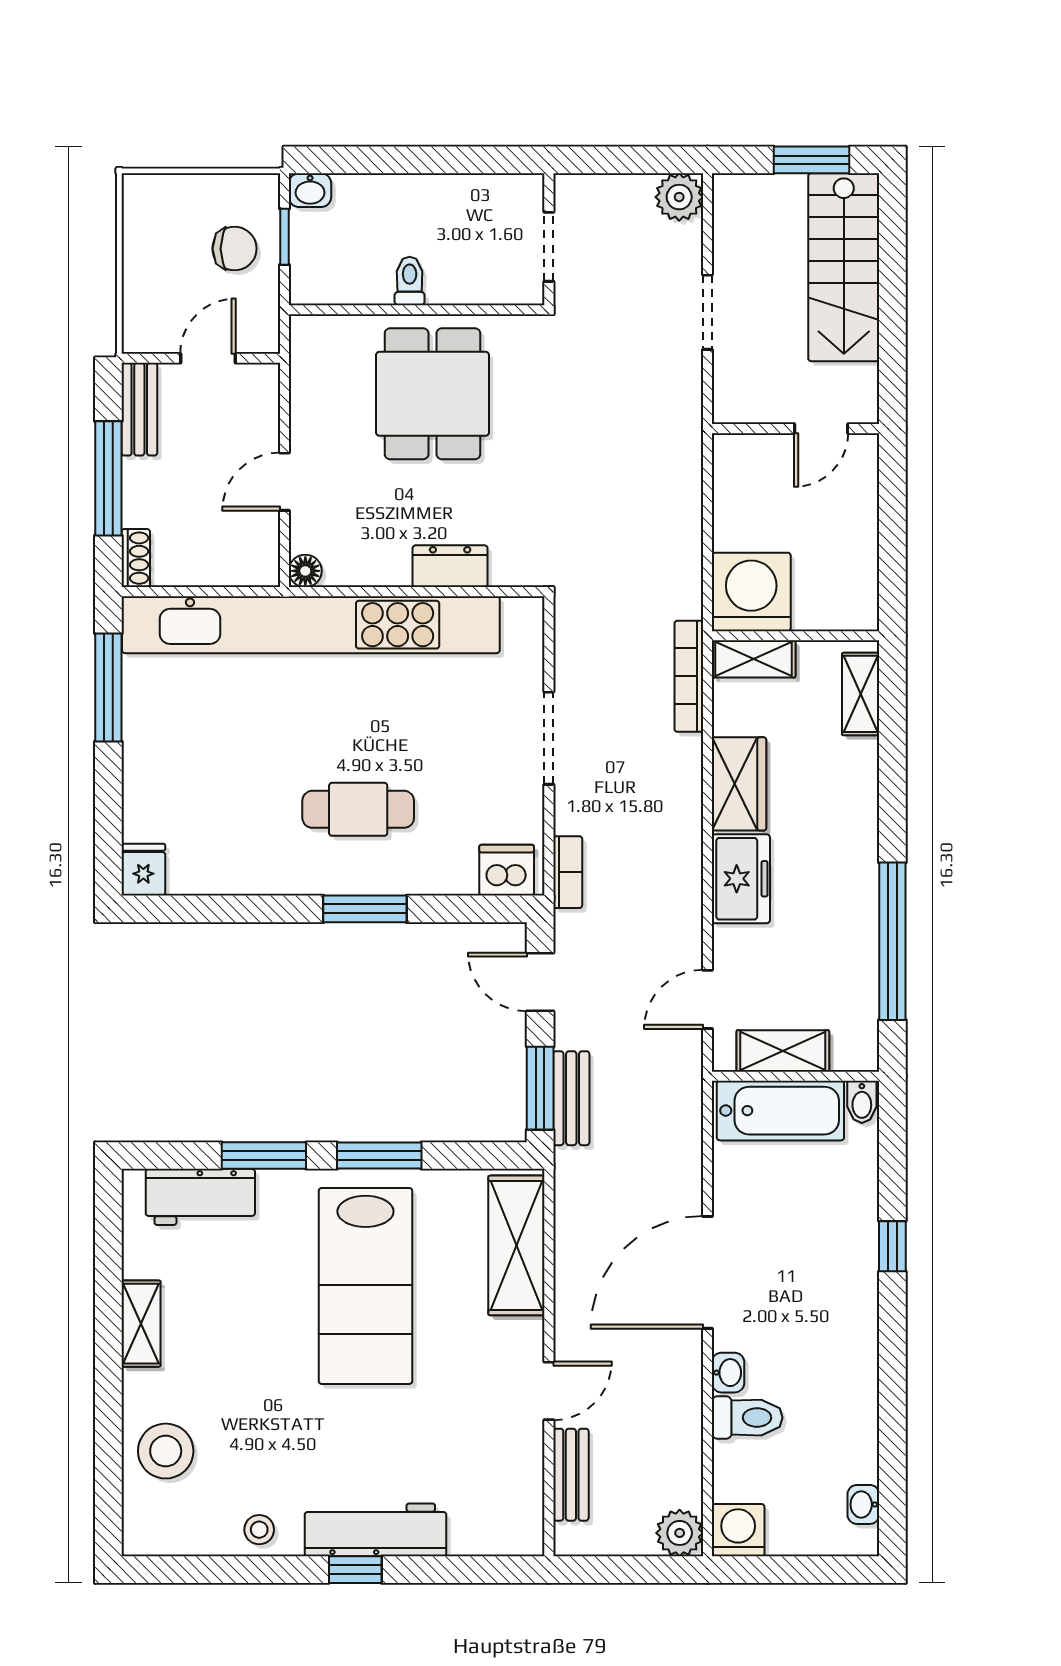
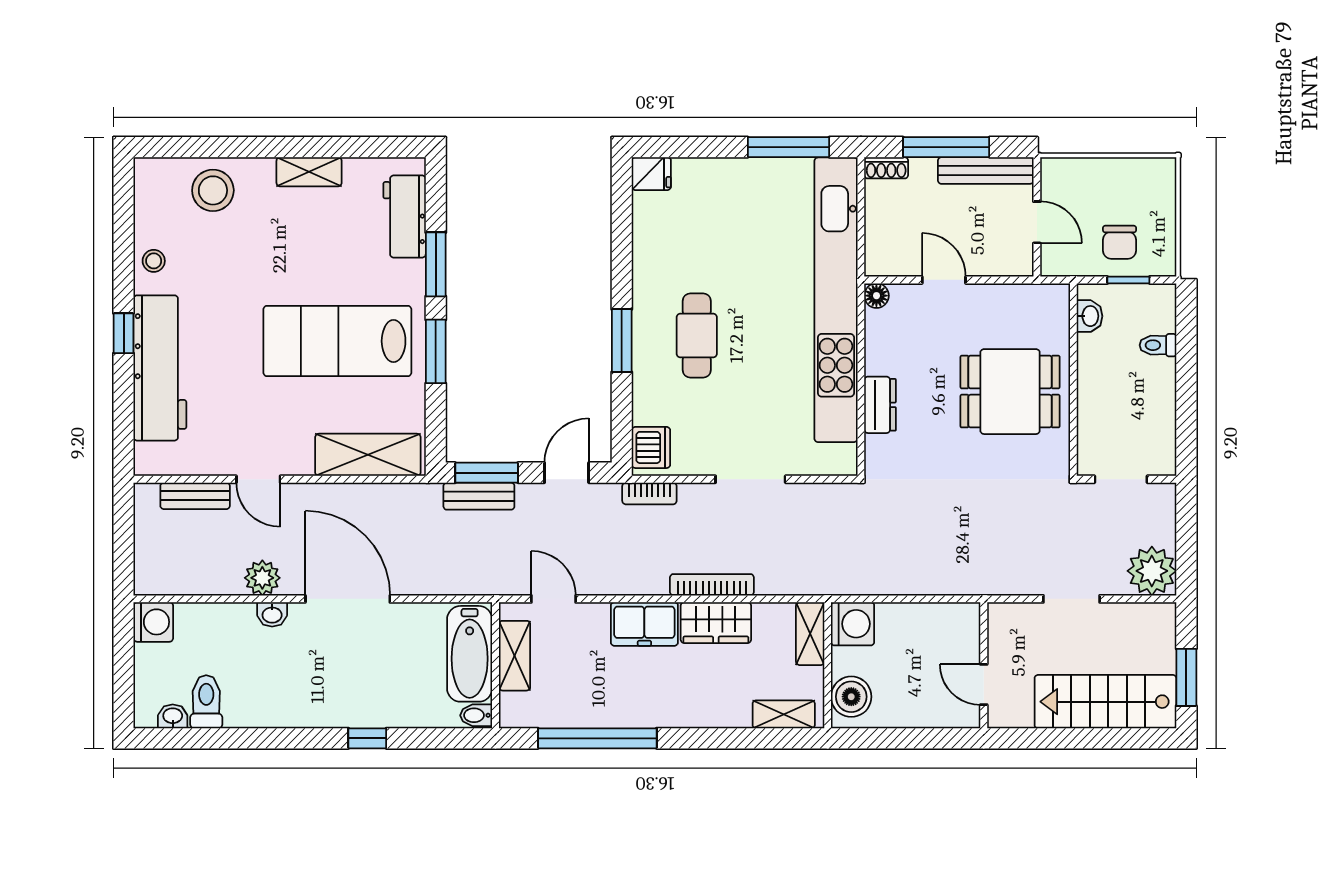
washbasin: (310, 190) -> (1090, 316), moved, turned 180
plant: (679, 197) -> (1152, 571), width x1.36, depth x1.36
toilet: (410, 281) -> (1158, 345), moved, turned 180
bench: (139, 409) -> (986, 171), width x1.36
washing machine: (751, 592) -> (853, 624), width x0.73, depth x0.73
boiler: (837, 604) -> (851, 697), added
bookcase: (689, 676) -> (712, 585), moved
toilet: (747, 1418) -> (206, 702), moved, turned 180
workbench: (376, 1530) -> (160, 368), width x1.36, depth x1.32
plant: (680, 1533) -> (262, 578), moved

